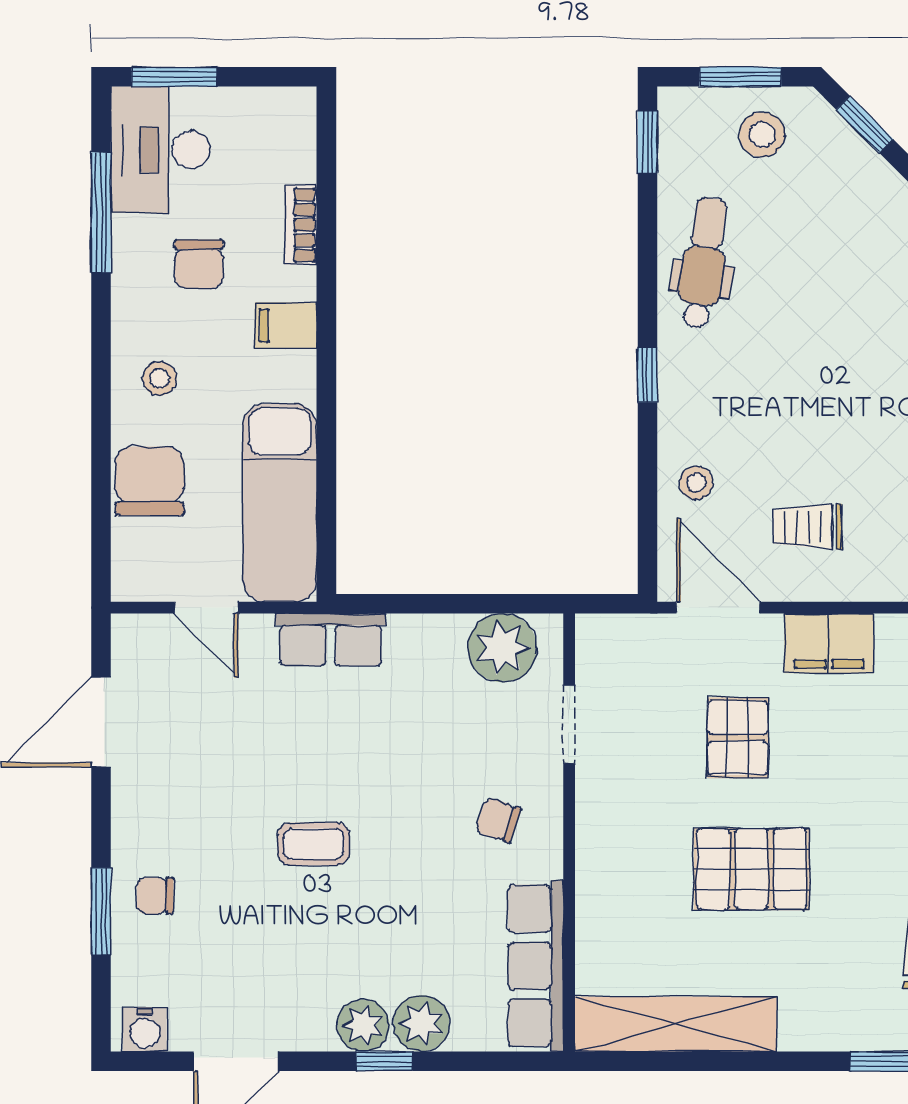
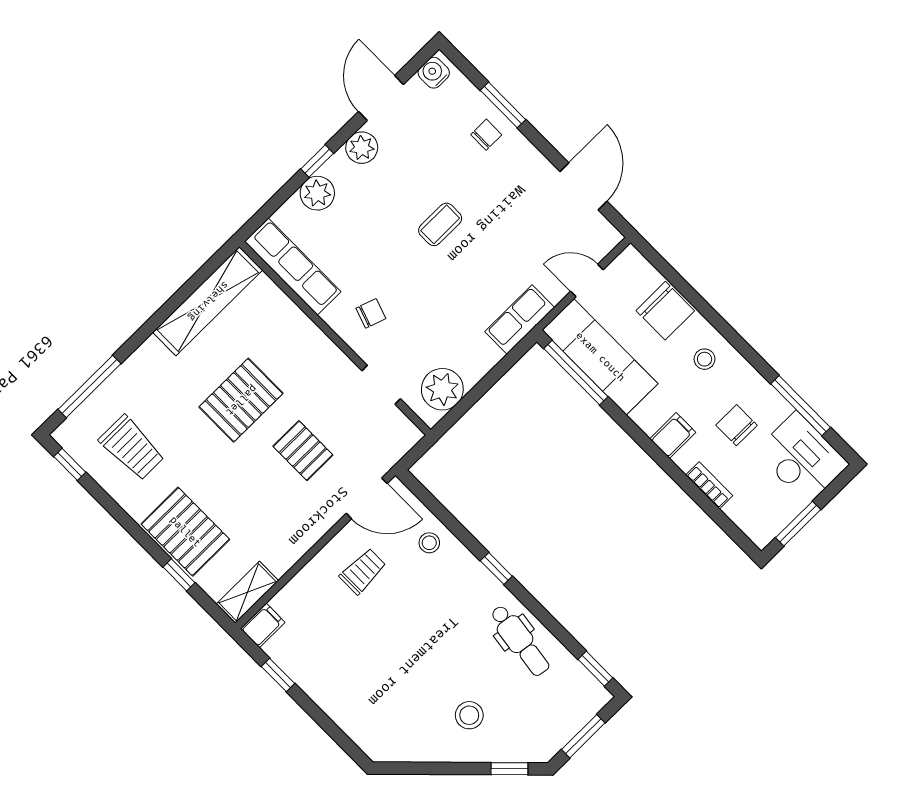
window: (174, 77) -> (798, 524), moved
stool: (762, 135) -> (469, 715), moved
window: (326, 512) -> (576, 373), added
filing cabinet: (829, 643) -> (304, 530), removed
plant: (363, 1025) -> (362, 148), moved

